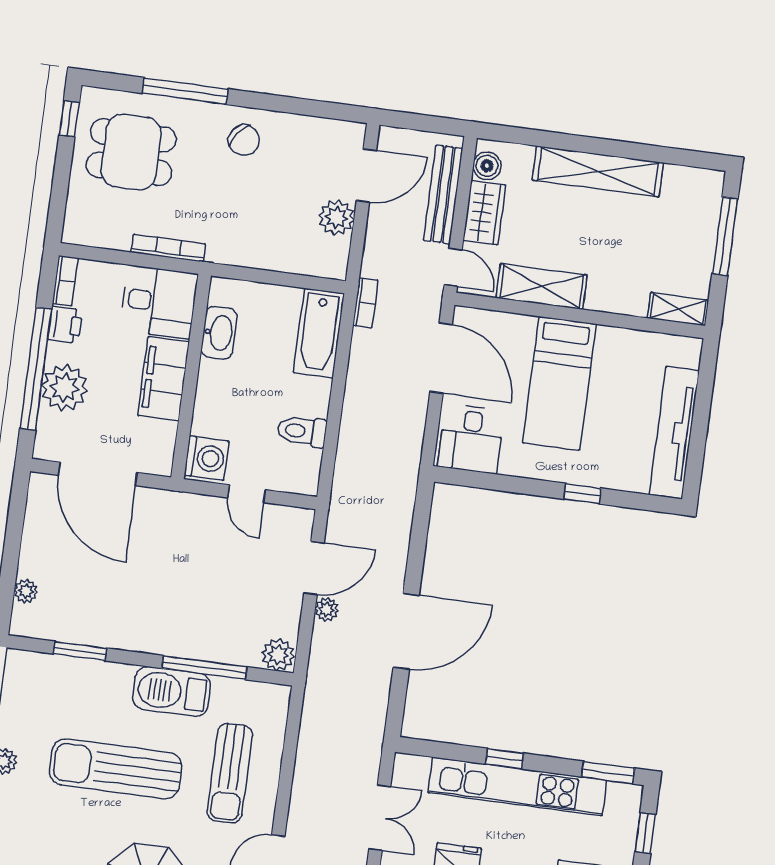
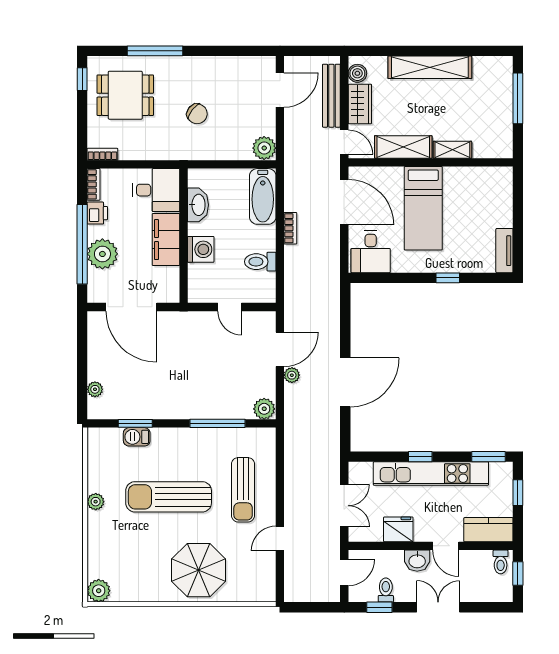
chair: (244, 140) -> (197, 114), moved
plant: (337, 218) -> (264, 148), moved
bookcase: (168, 248) -> (102, 154), moved, width x0.64
bookcase: (365, 303) -> (290, 228), moved
shelving: (678, 309) -> (452, 150), moved
tv unit: (674, 433) -> (504, 251), width x0.52, depth x0.78
washing machine: (206, 458) -> (201, 249), moved
barbecue: (172, 692) -> (137, 437), moved, width x0.53, depth x0.65

